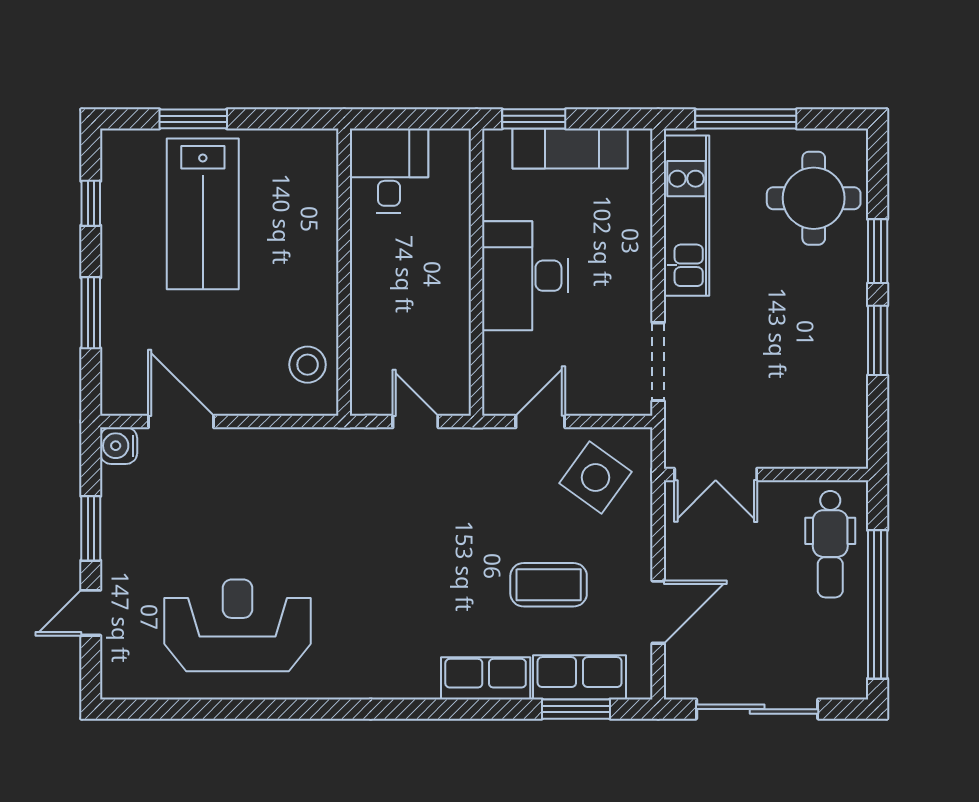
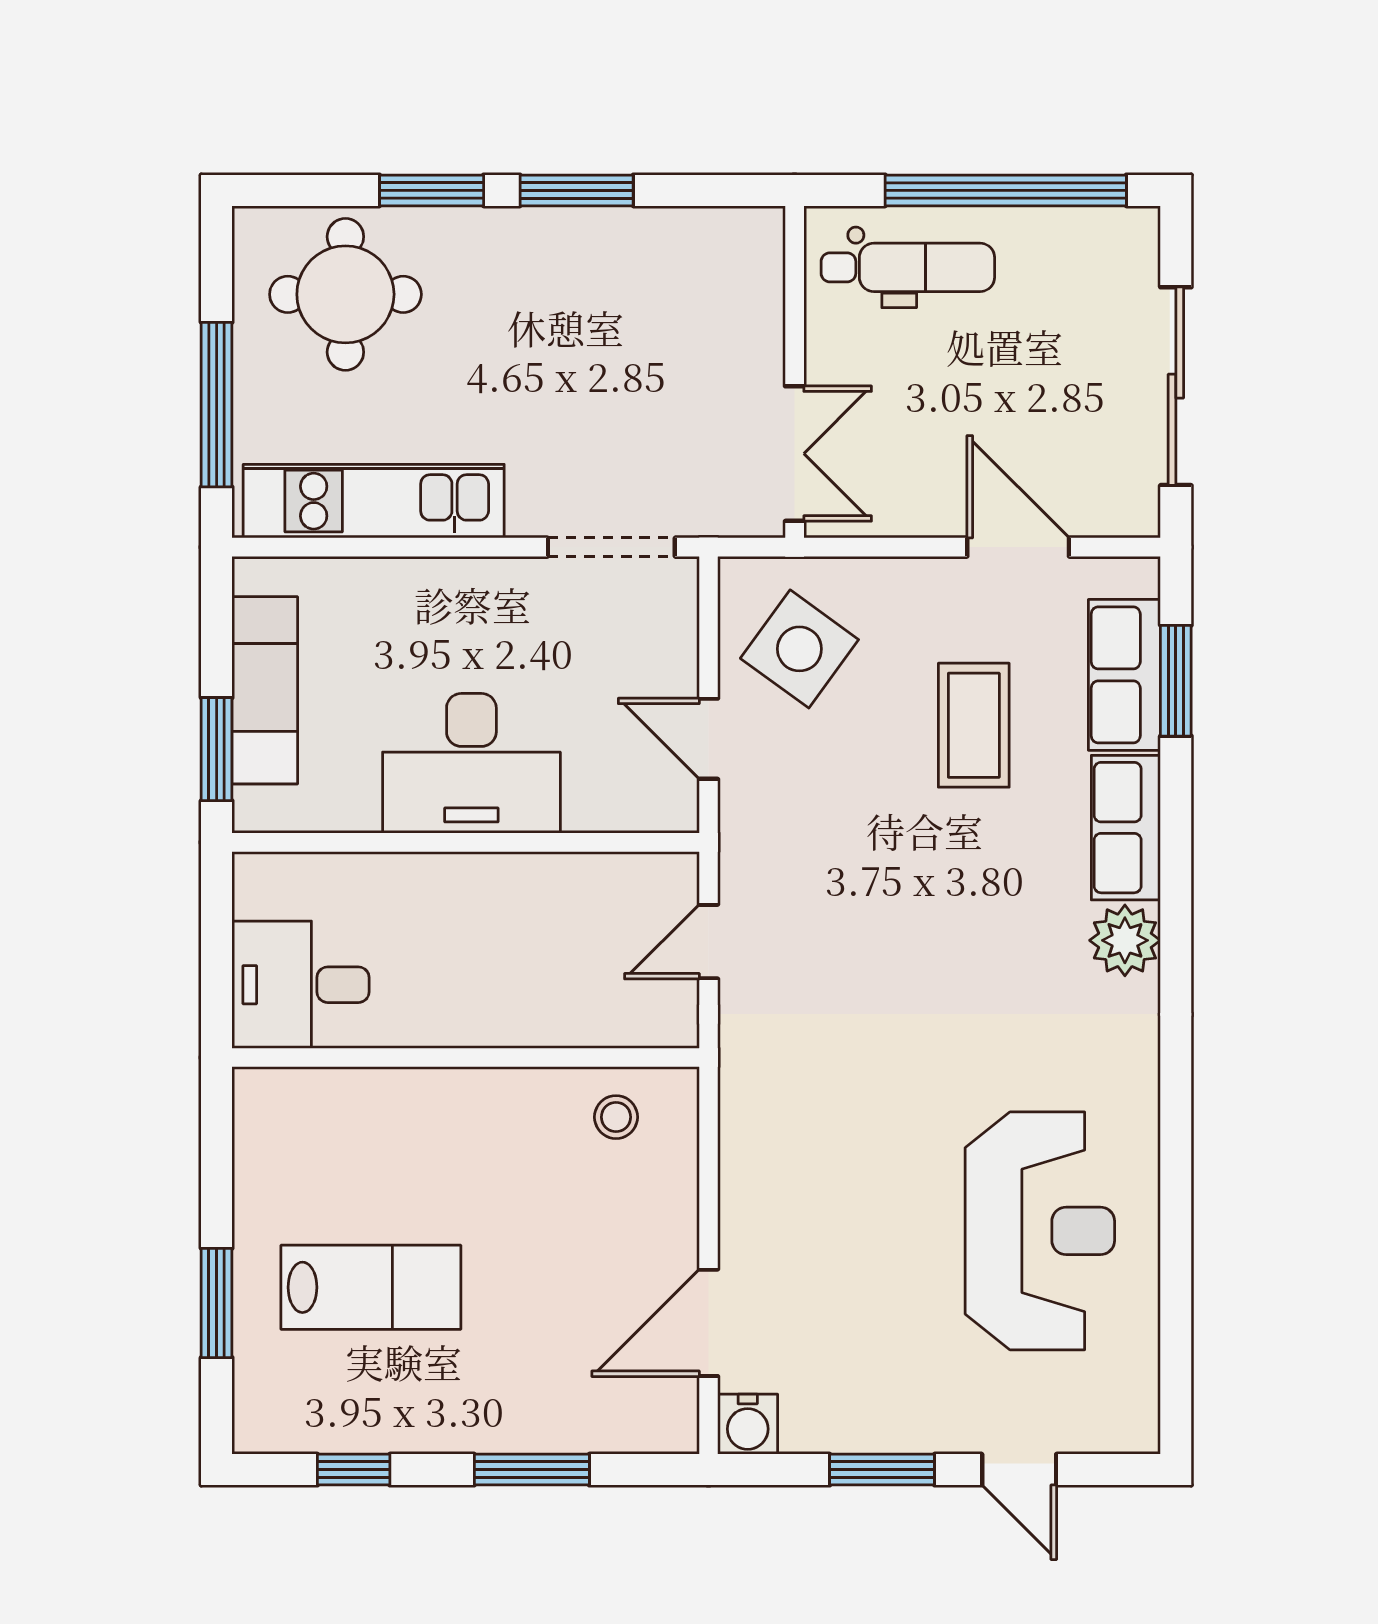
lab bench: (203, 214) -> (371, 1287), width x0.73, depth x0.72
stool: (308, 365) -> (616, 1117), width x0.73, depth x0.73
reception desk: (238, 625) -> (1040, 1231), turned 180
plant: (416, 678) -> (1125, 940), added

